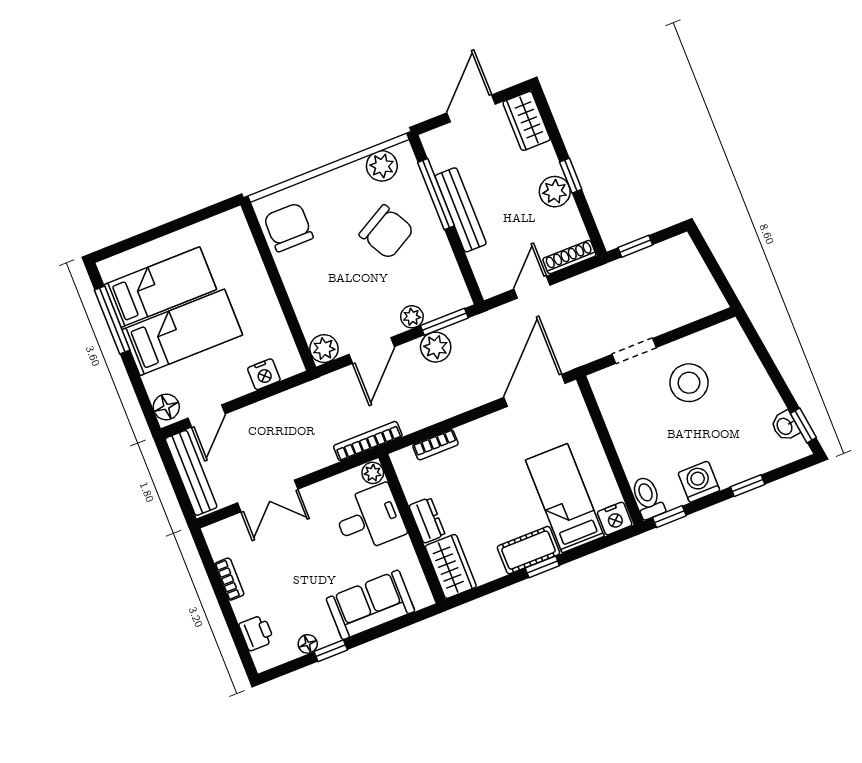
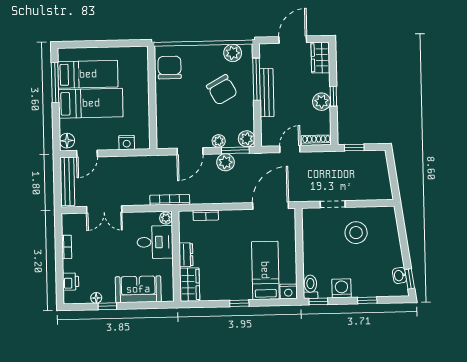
plant: (324, 349) -> (247, 139), moved
cot: (528, 550) -> (235, 291), removed

